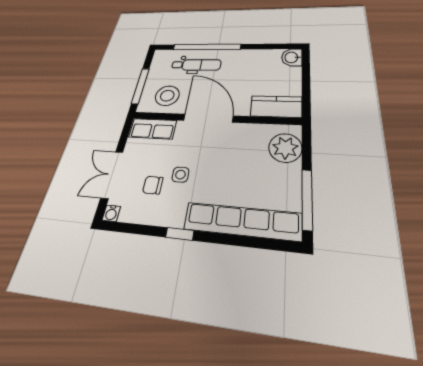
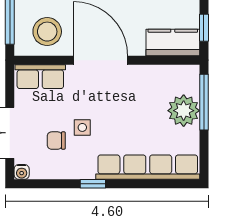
window: (306, 96) -> (204, 28), added
plant: (285, 148) -> (184, 111), moved
window: (307, 199) -> (204, 102), moved

